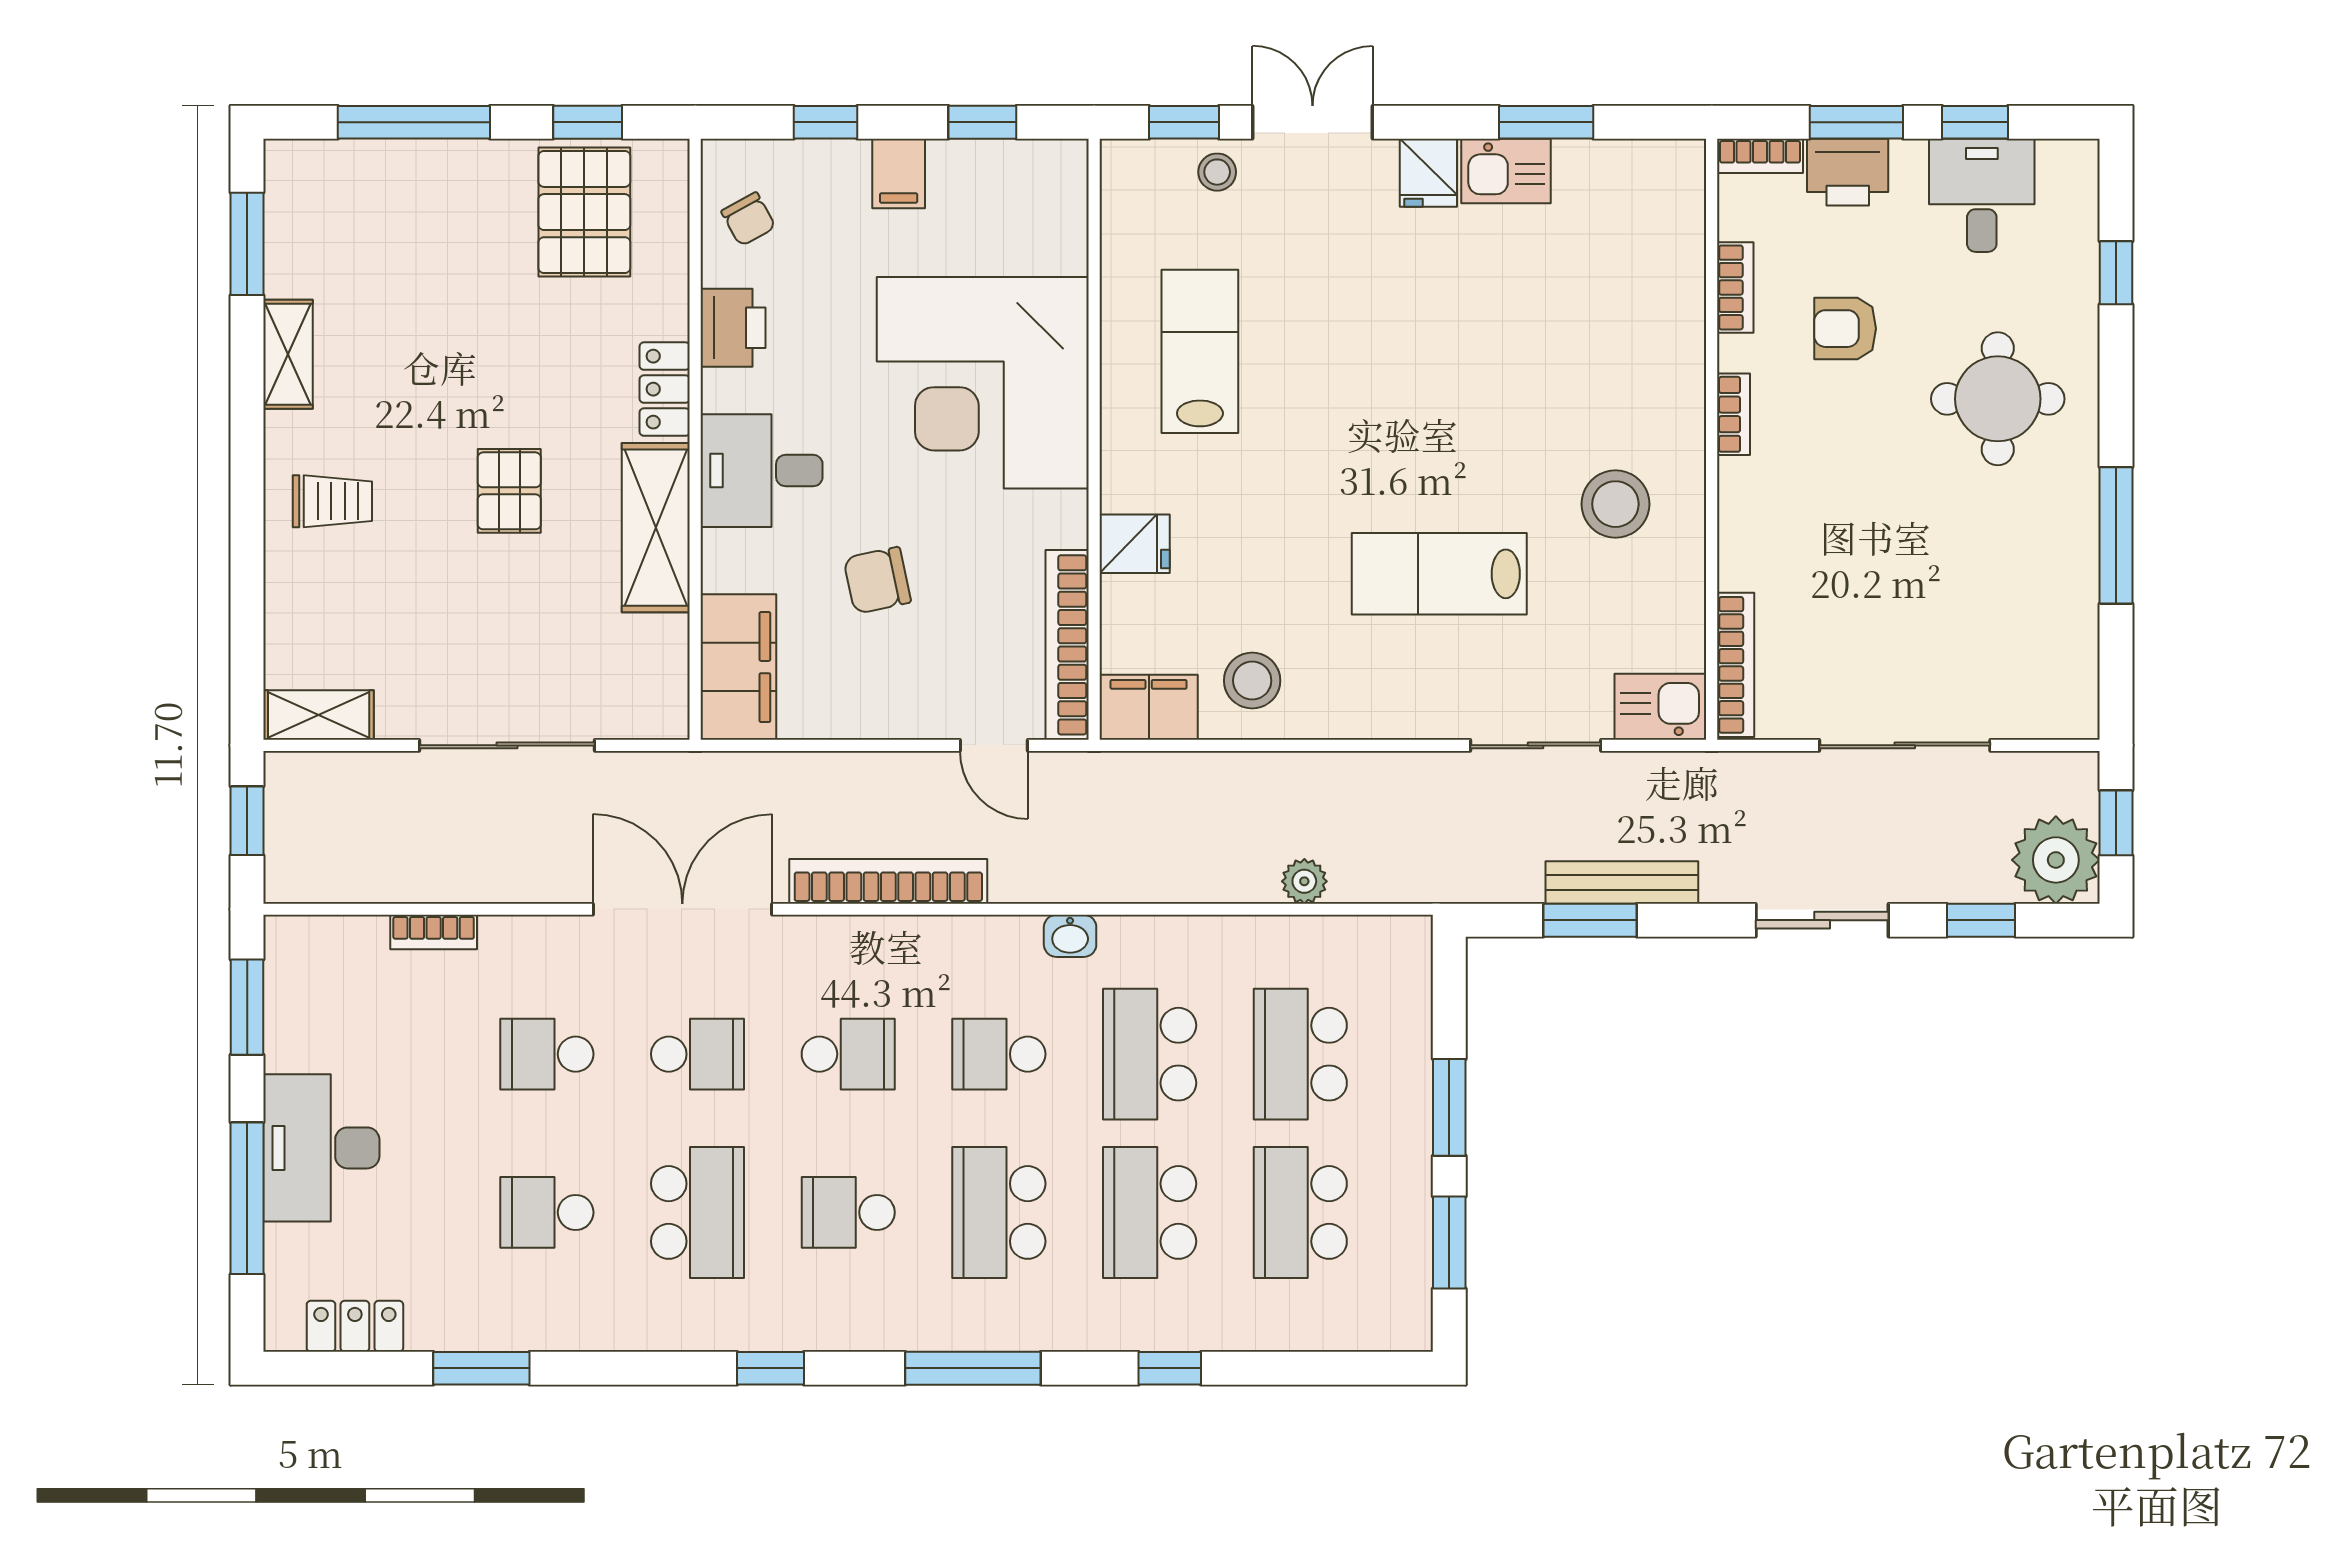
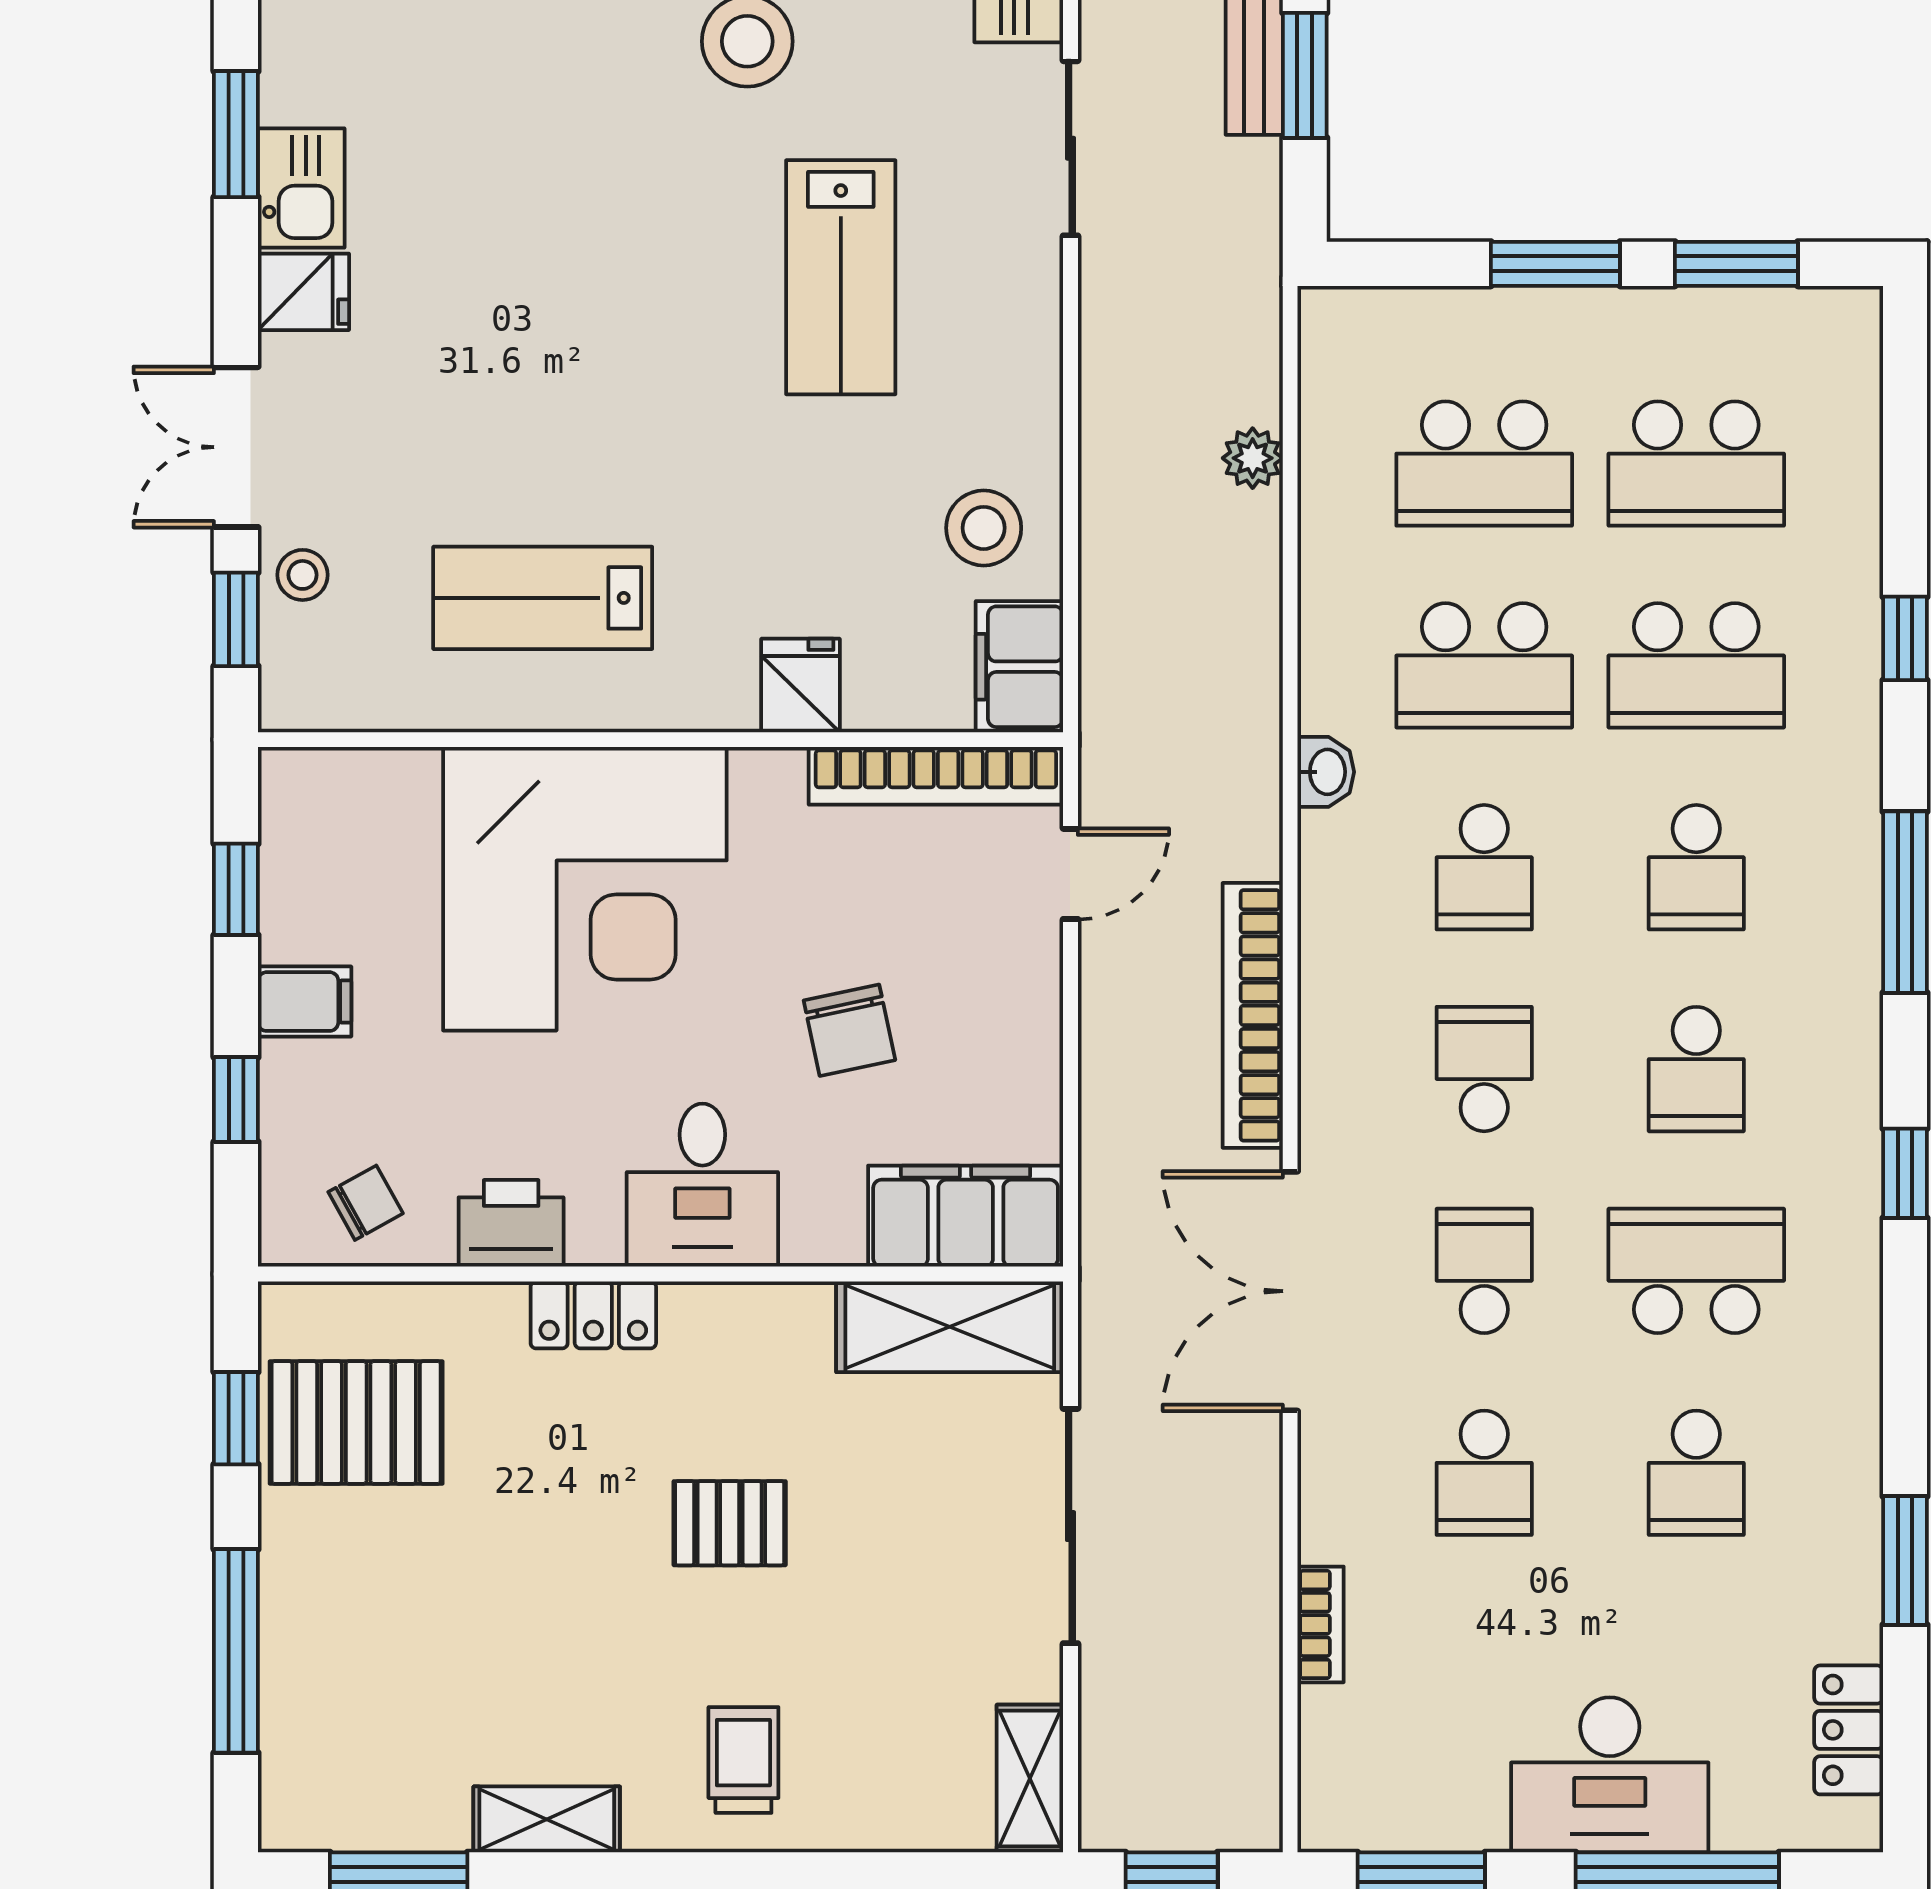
shelving: (656, 528) -> (950, 1327), moved
school desk: (999, 1212) -> (1696, 867), width x0.54

